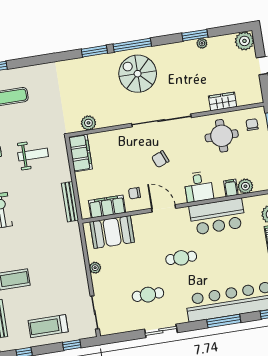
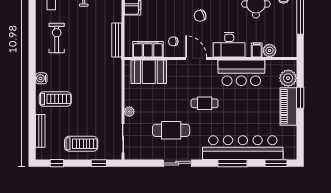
desk: (199, 187) -> (229, 45), width x1.37
plant: (95, 268) -> (129, 112), moved
cafe table: (148, 295) -> (171, 130), width x1.37, depth x1.35
treadmill: (48, 326) -> (81, 144), turned 180

